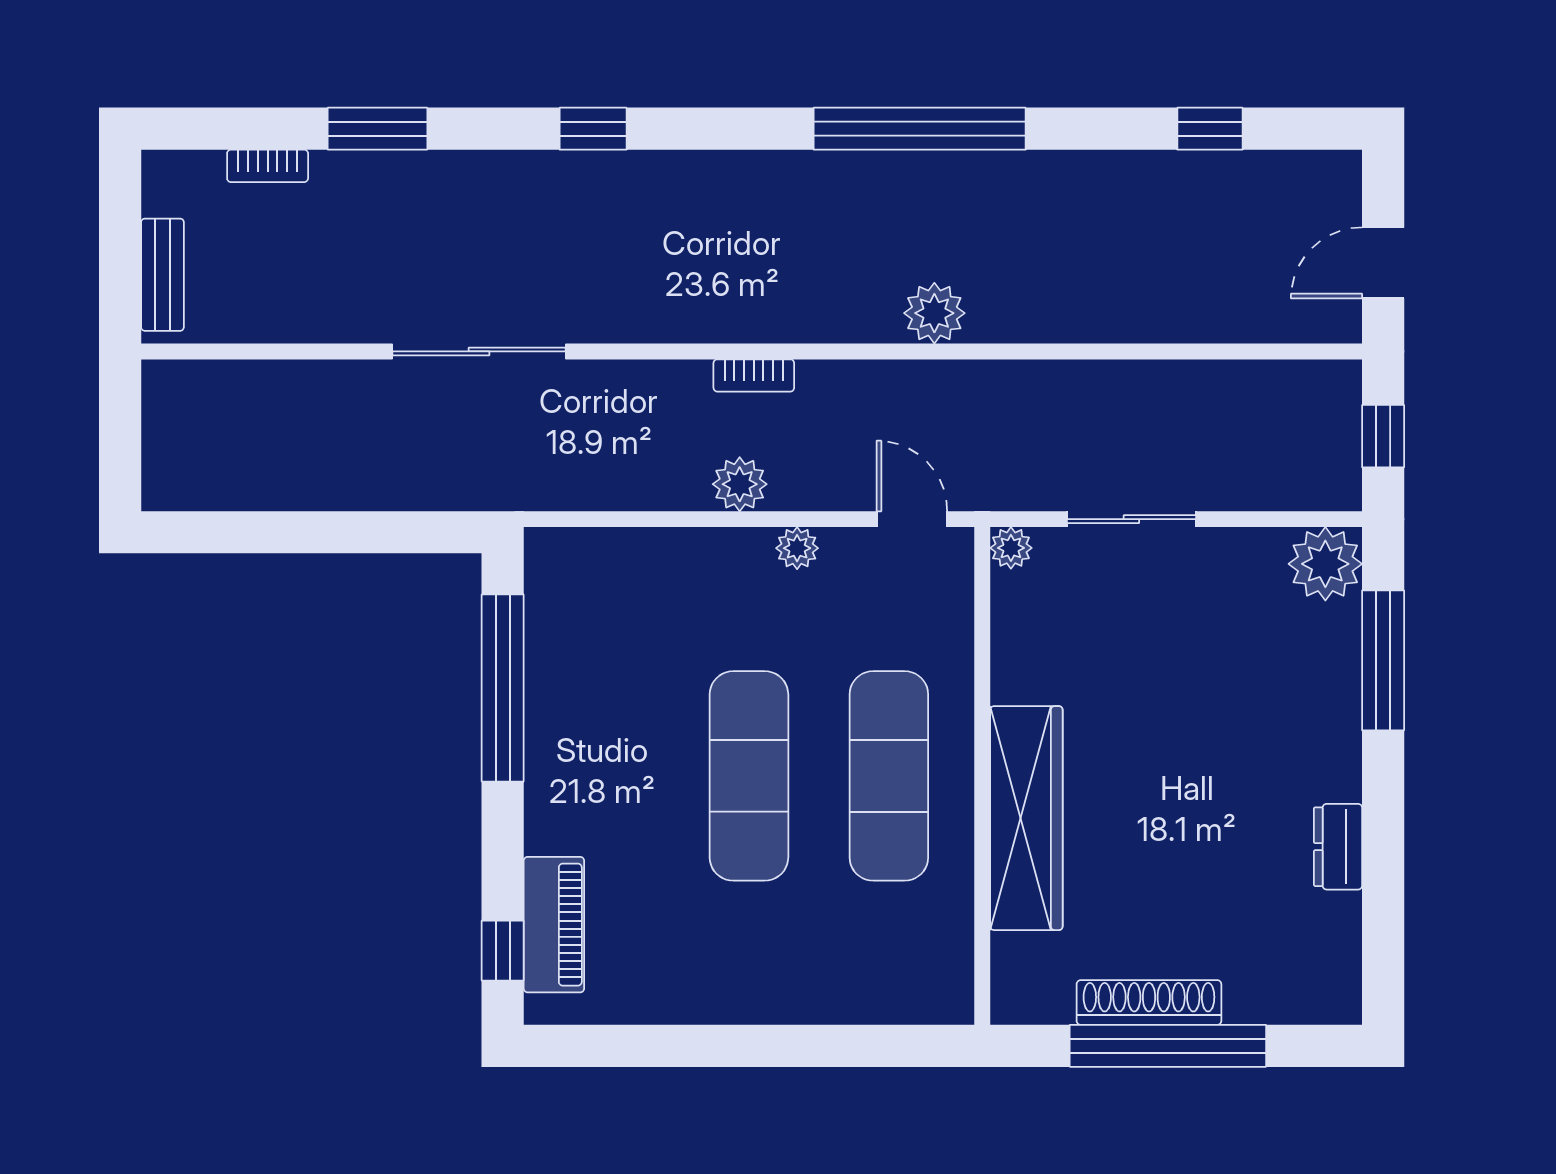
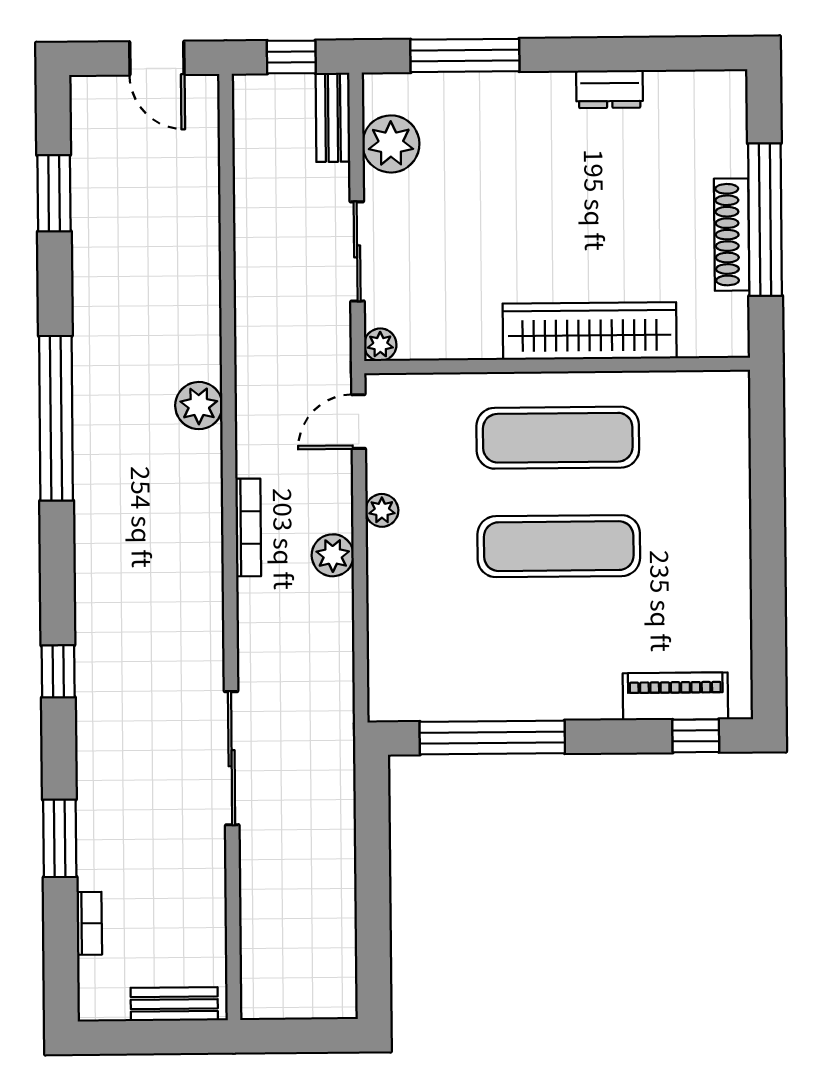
window: (1210, 129) -> (54, 193), width x1.50
bookcase: (754, 375) -> (248, 527), width x1.56
bench: (1305, 489) -> (333, 117), added
plant: (1325, 564) -> (391, 144), moved

